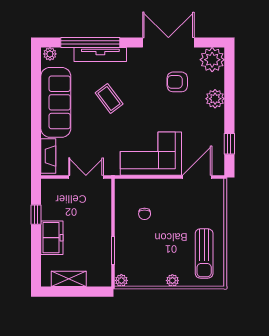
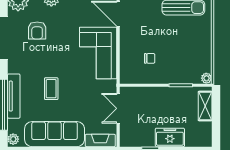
coffee table: (109, 98) -> (51, 89), turned -53
shelving: (69, 279) -> (205, 106), moved
plant: (172, 281) -> (206, 35), removed

